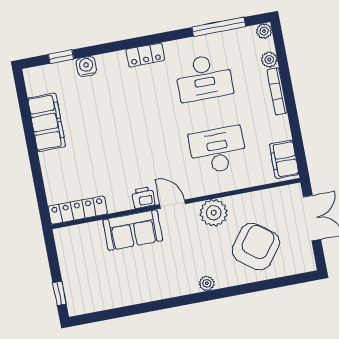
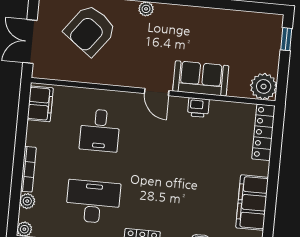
desk: (218, 150) -> (100, 130), width x0.73
printer: (143, 198) -> (198, 108), moved
locker: (78, 210) -> (264, 132), moved, turned 90
plant: (214, 213) -> (264, 86), moved

